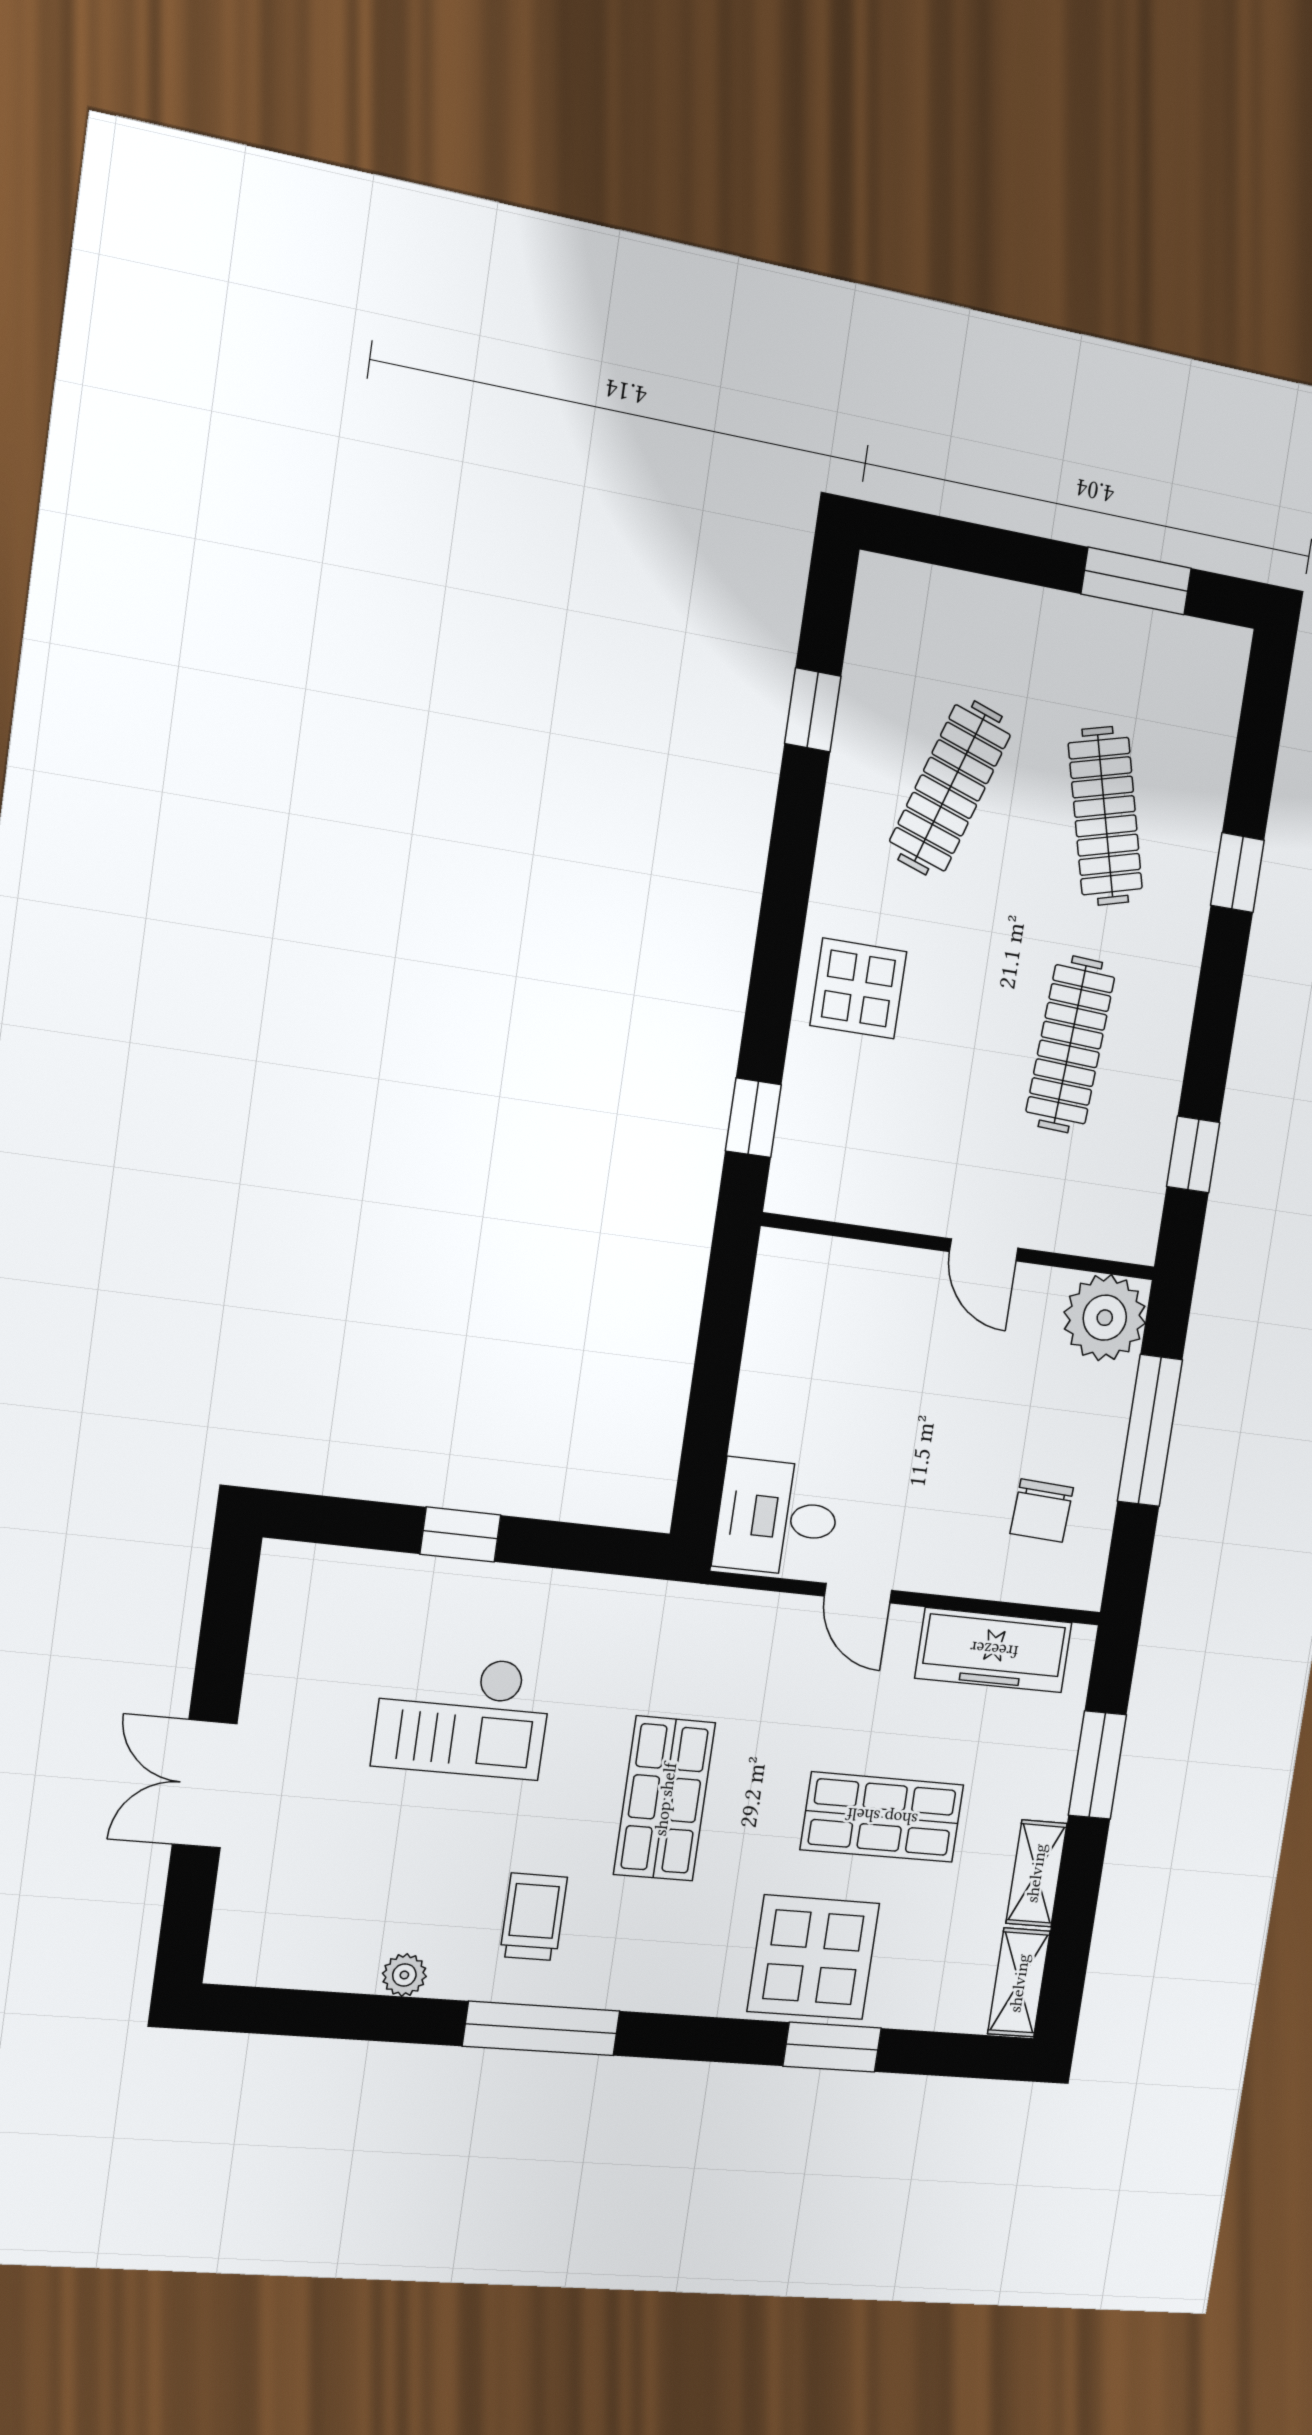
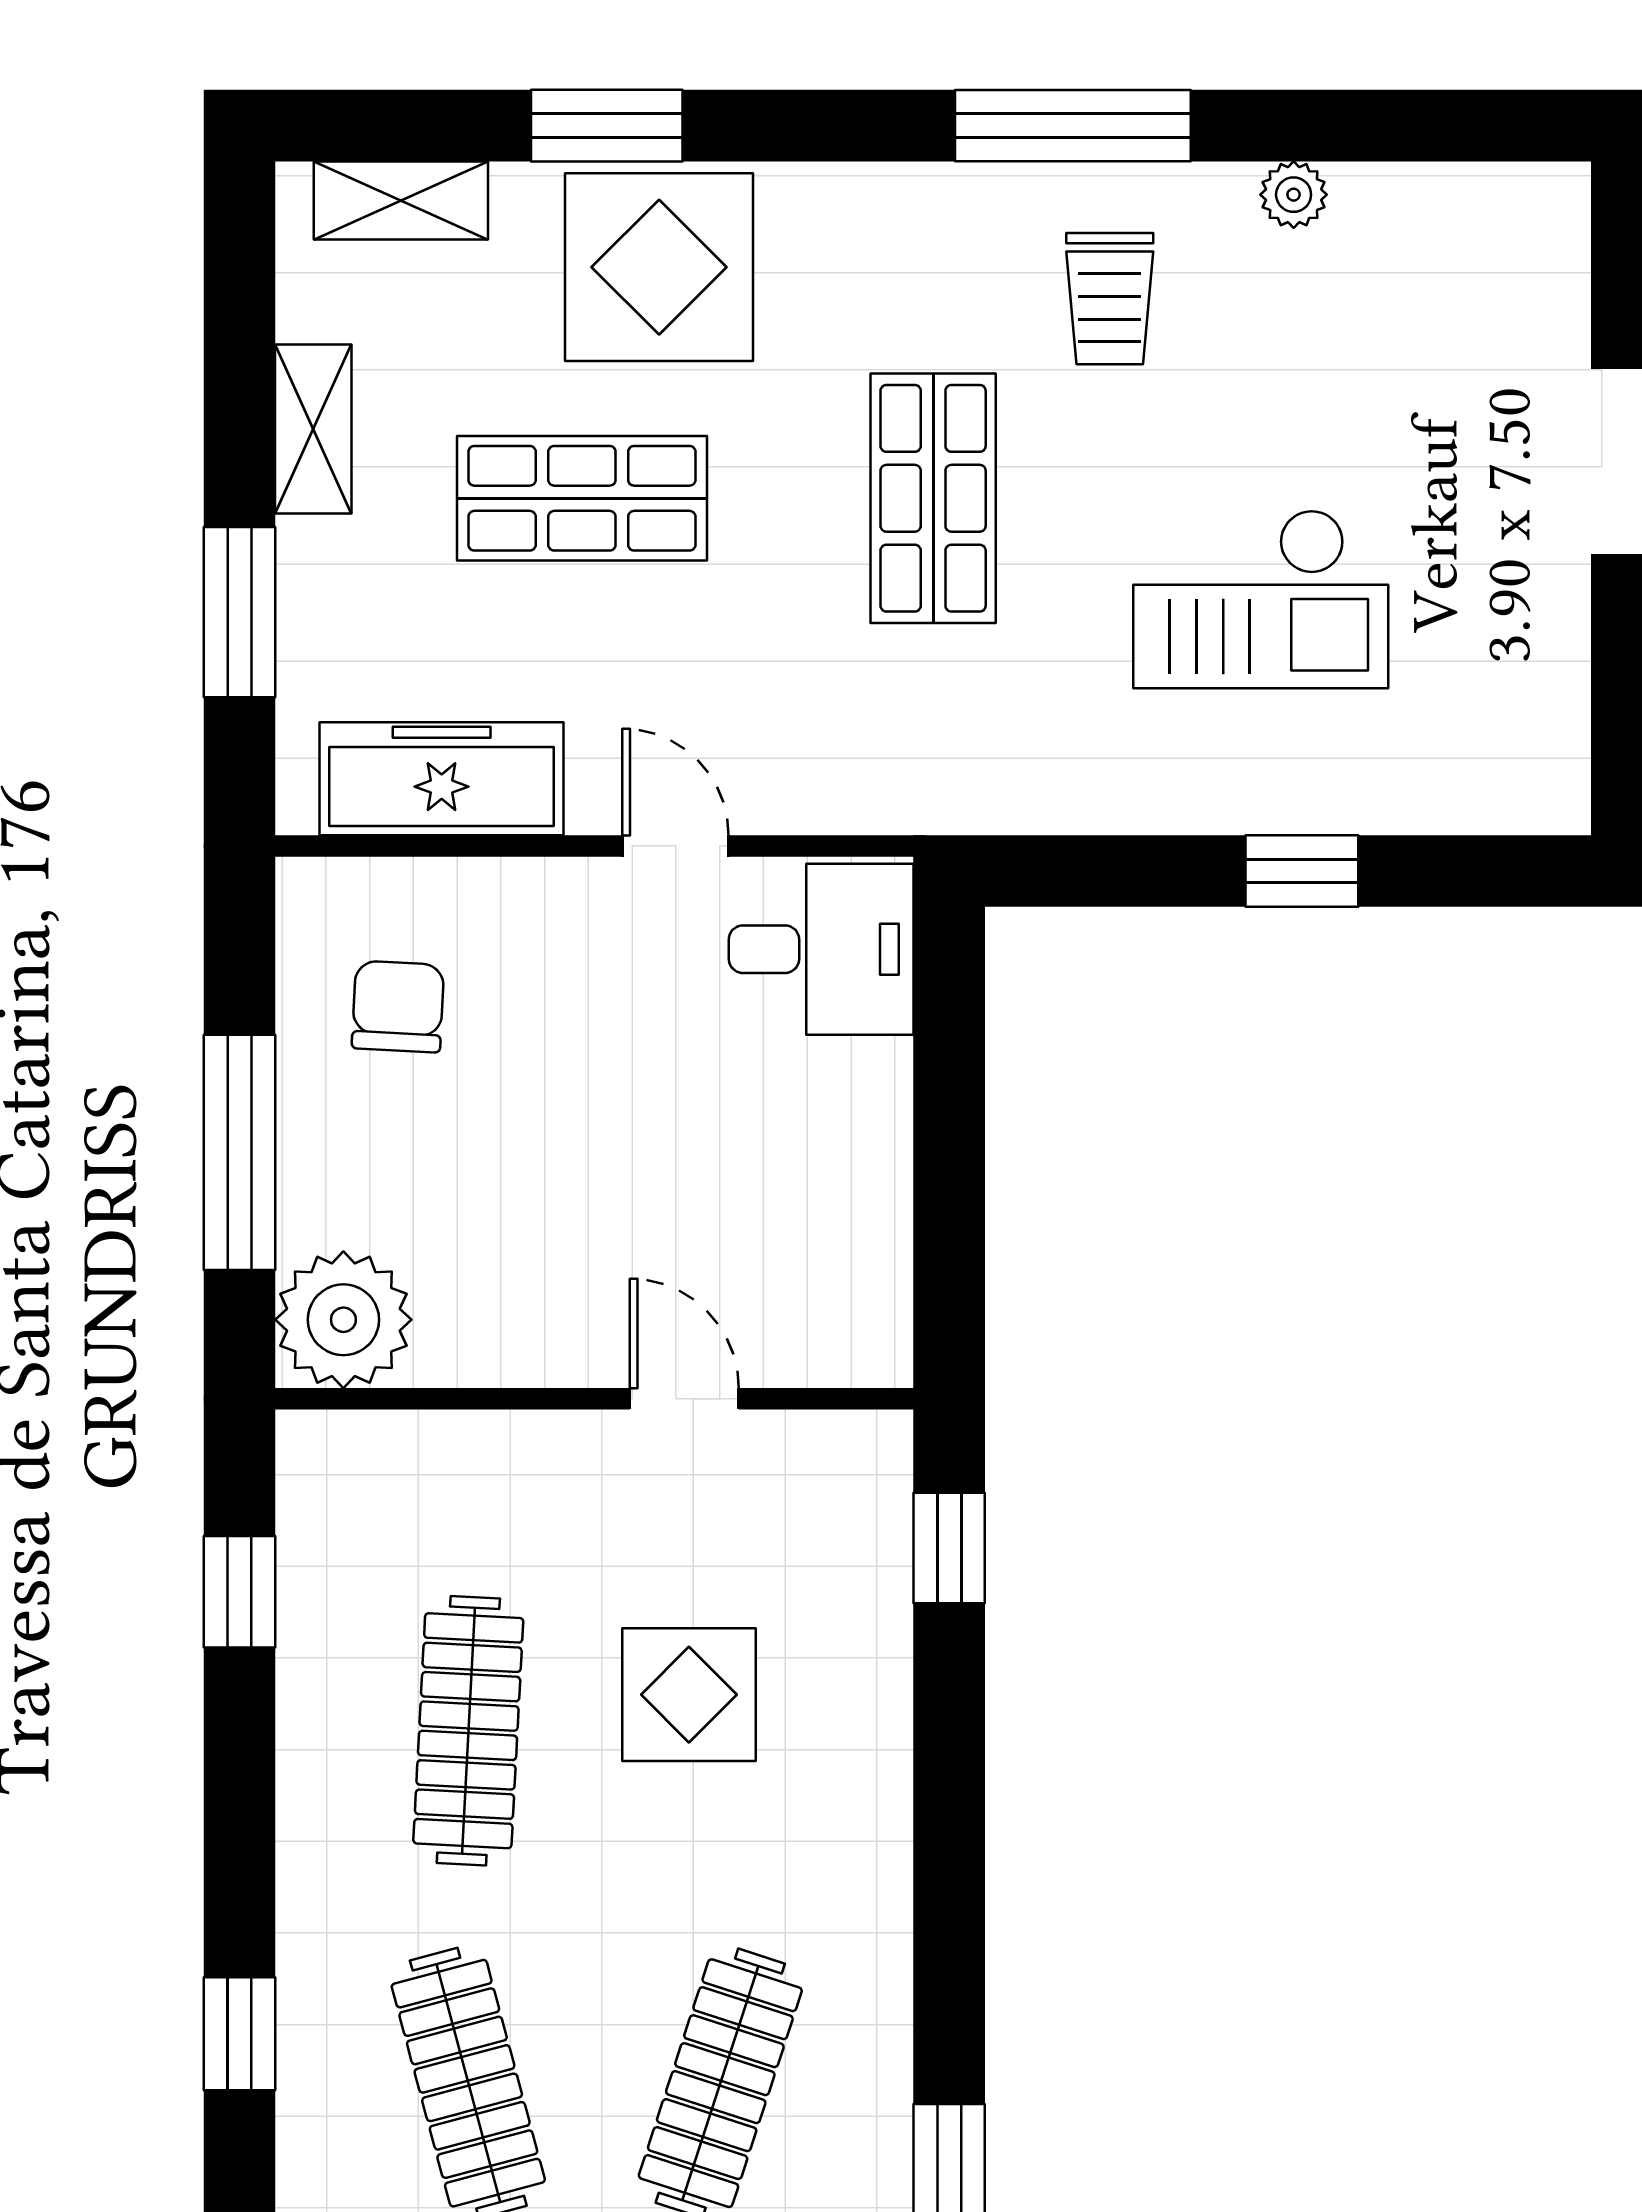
display table: (858, 989) -> (689, 1695), moved
door: (984, 1250) -> (684, 1399), moved
checkout: (463, 1715) -> (1261, 599), turned 180
shelving: (1019, 1983) -> (401, 200), moved, turned 90

